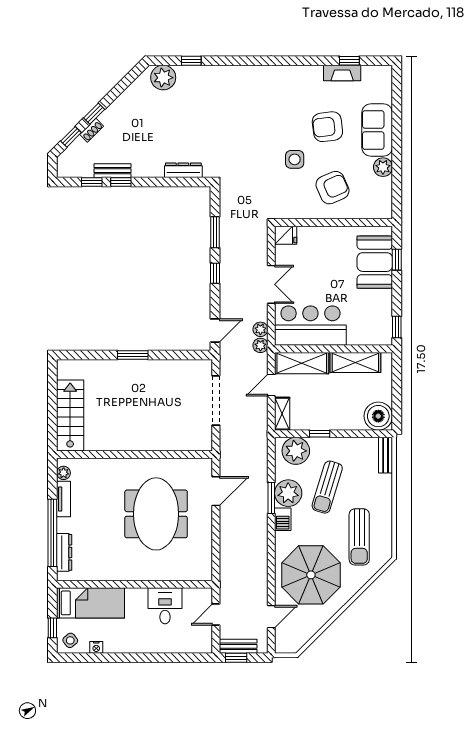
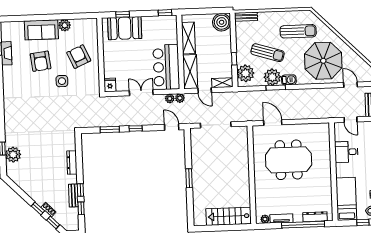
plant: (163, 78) -> (13, 155), moved
dresser: (183, 170) -> (72, 163), moved

